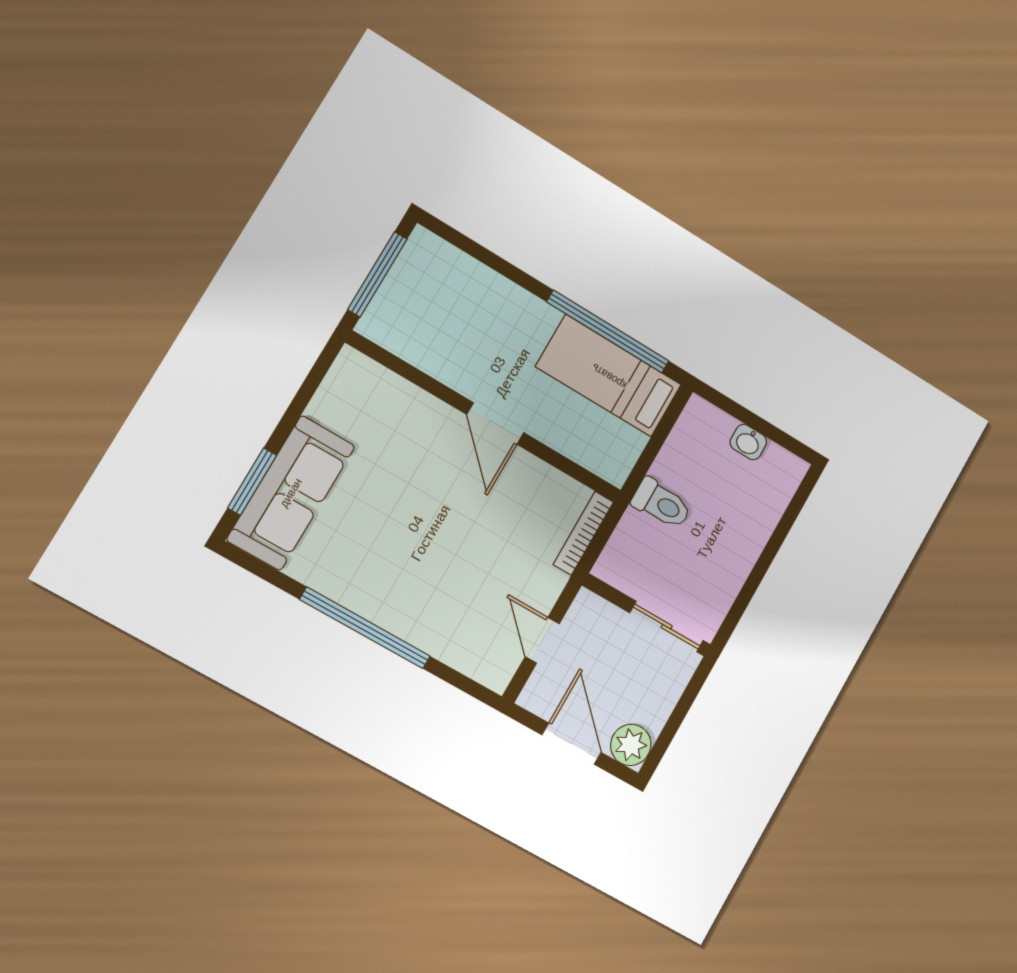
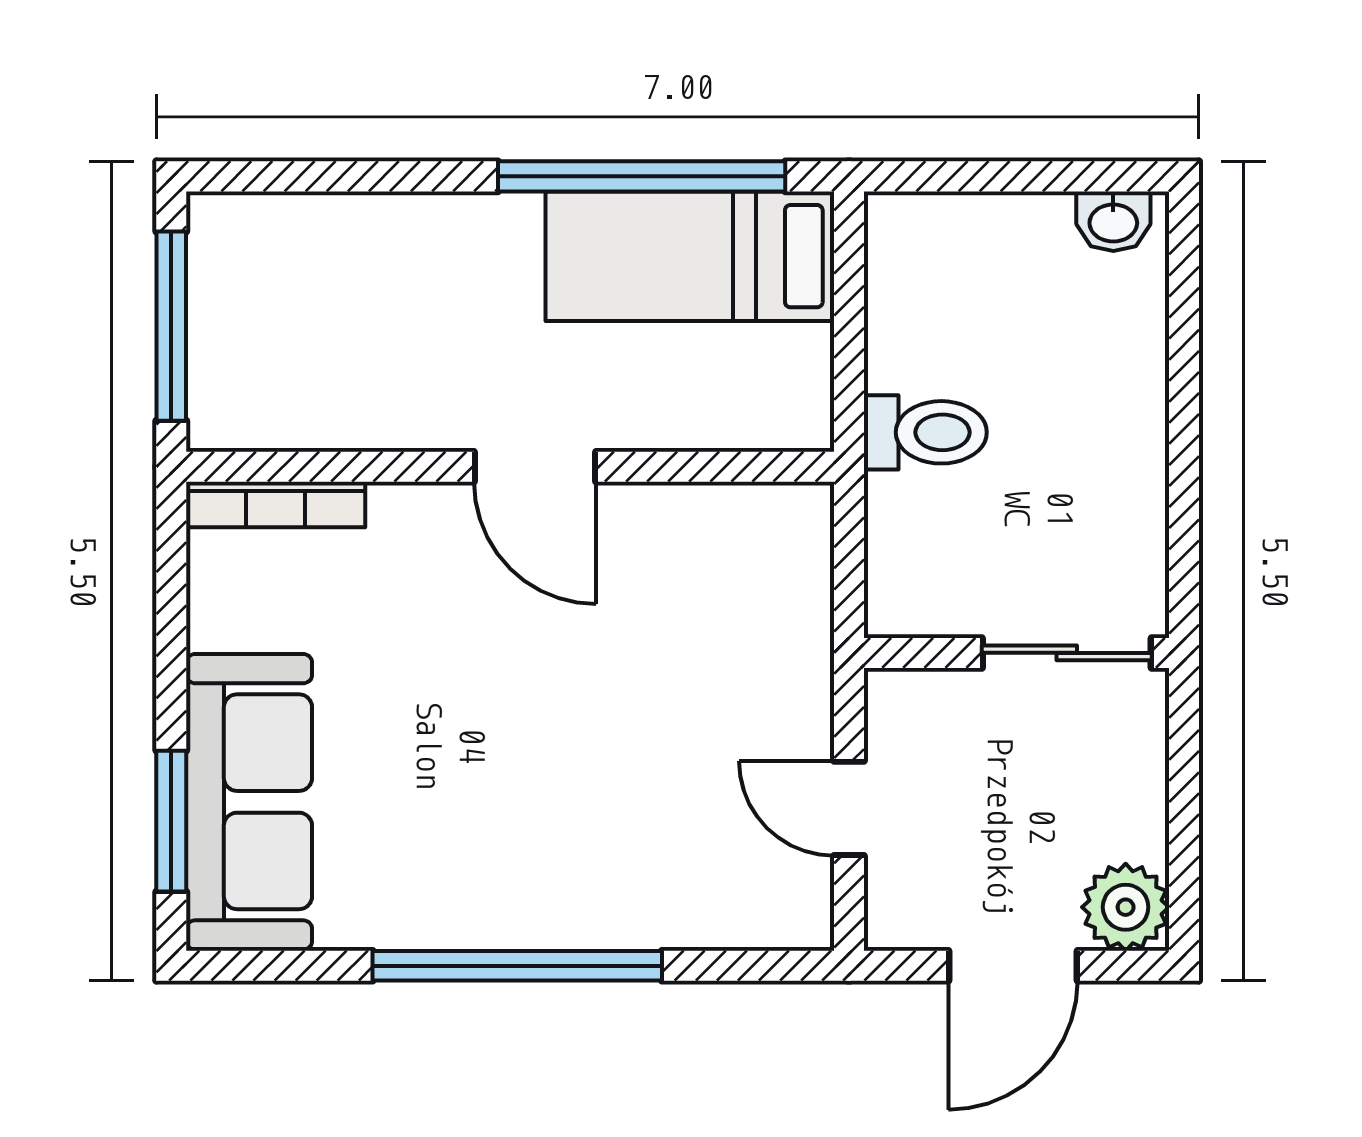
washbasin: (748, 442) -> (1113, 221), moved
bookcase: (583, 533) -> (276, 505), moved, turned -90
door: (572, 744) -> (1013, 966), swing flipped

